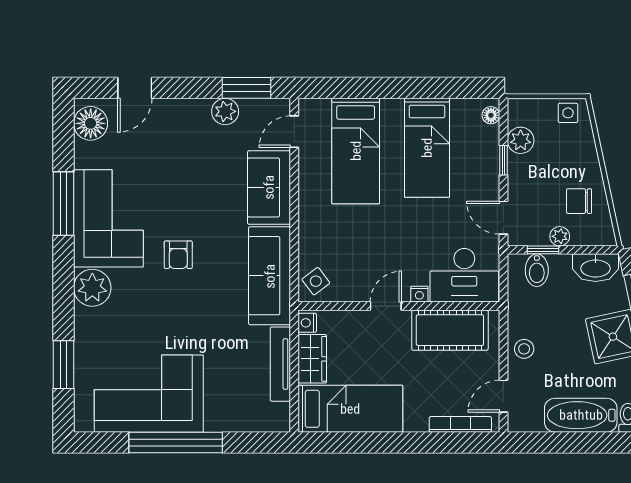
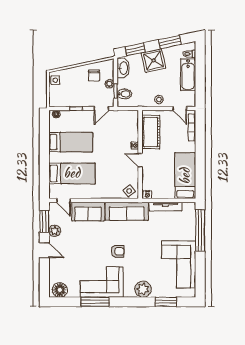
door: (135, 88) -> (44, 250), moved
plant: (521, 140) -> (67, 101), removed
desk: (464, 275) -> (127, 126), removed
plant: (92, 288) -> (143, 289), moved
wardrobe: (312, 359) -> (163, 193), removed
window: (176, 442) -> (200, 231), moved

